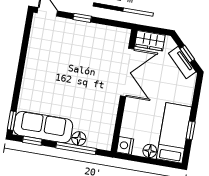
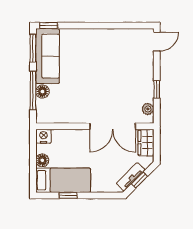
window: (82, 18) -> (157, 89), moved
plant: (115, 33) -> (148, 109), added
window: (32, 141) -> (33, 48), width x1.50

